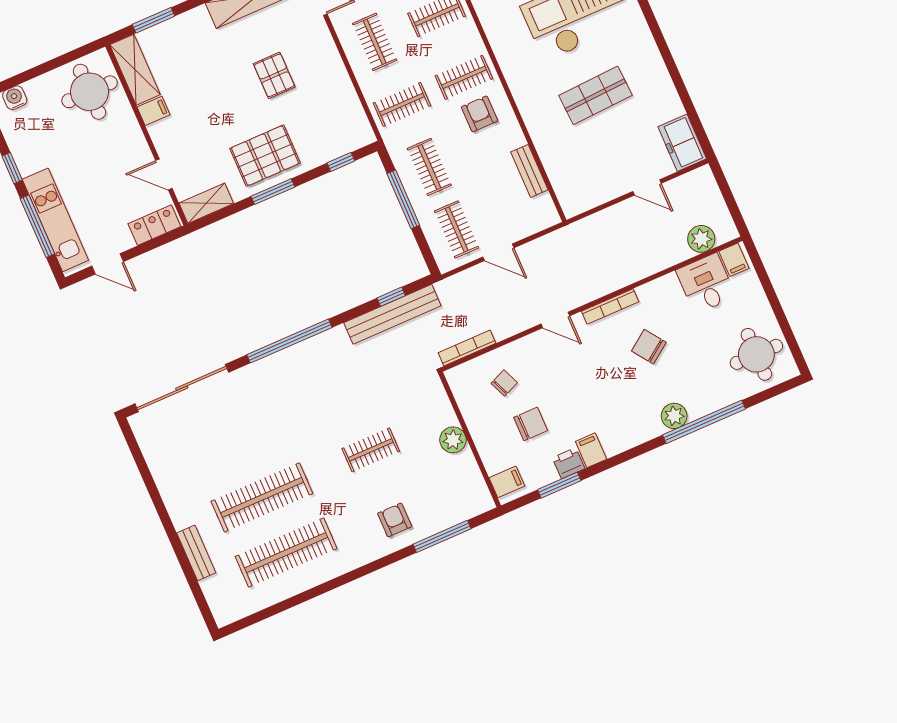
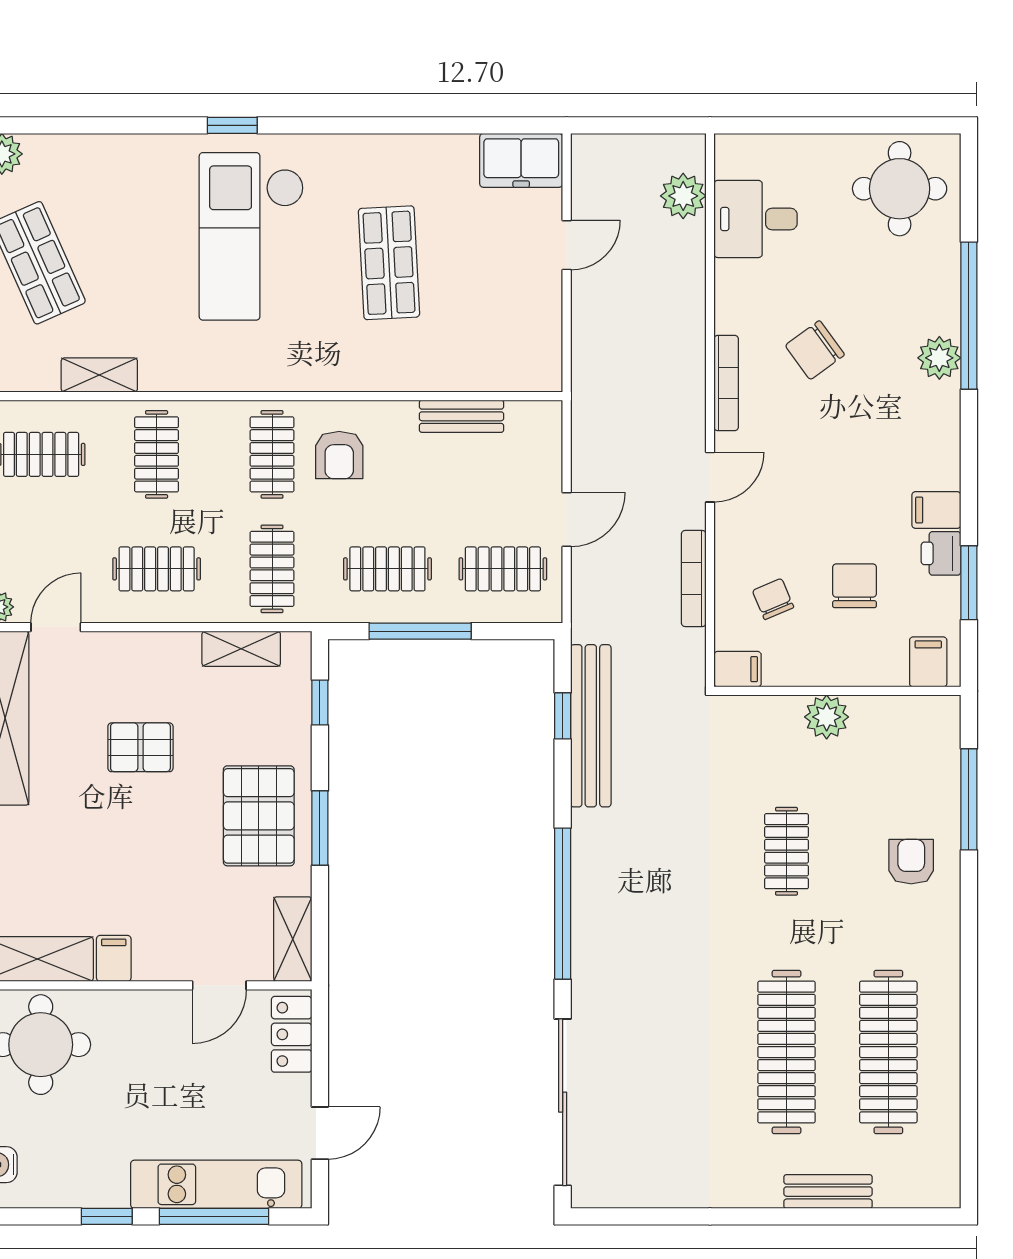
shelving: (351, 107) -> (241, 649), added
armchair: (479, 114) -> (339, 455), turned -90
filing cabinet: (734, 260) -> (738, 669), moved
bookcase: (467, 348) -> (694, 579), moved
armchair: (395, 520) -> (911, 862), turned 90

